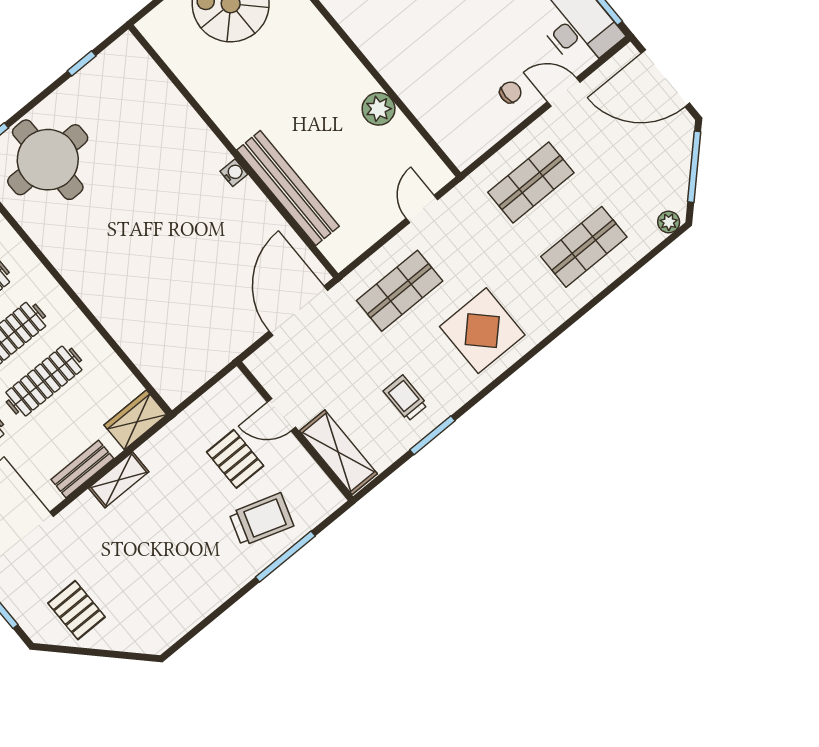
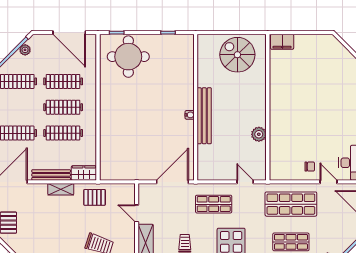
shop shelf: (531, 182) -> (291, 204), width x1.43, depth x1.36
bench: (288, 188) -> (204, 116), moved
door: (422, 209) -> (245, 182), hinge flipped
pallet: (235, 459) -> (95, 197), moved, turned 90
bench: (82, 469) -> (51, 175), width x1.36

